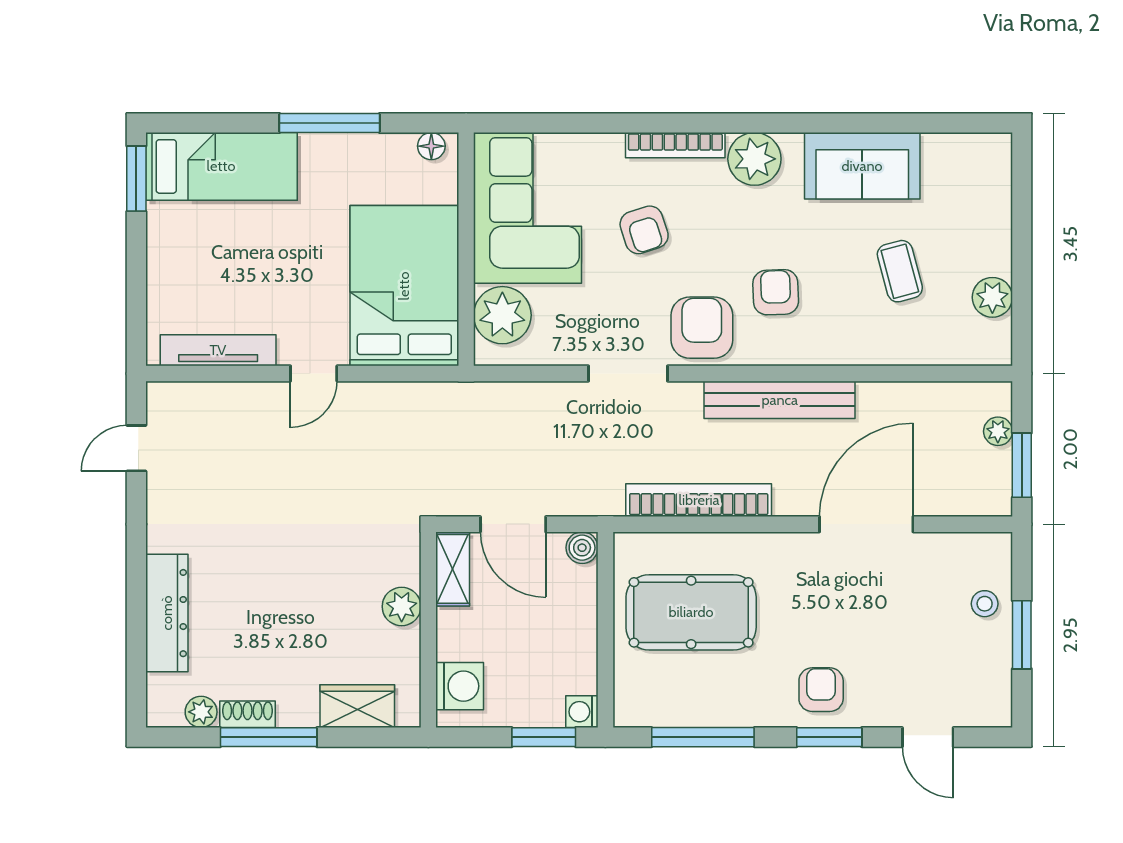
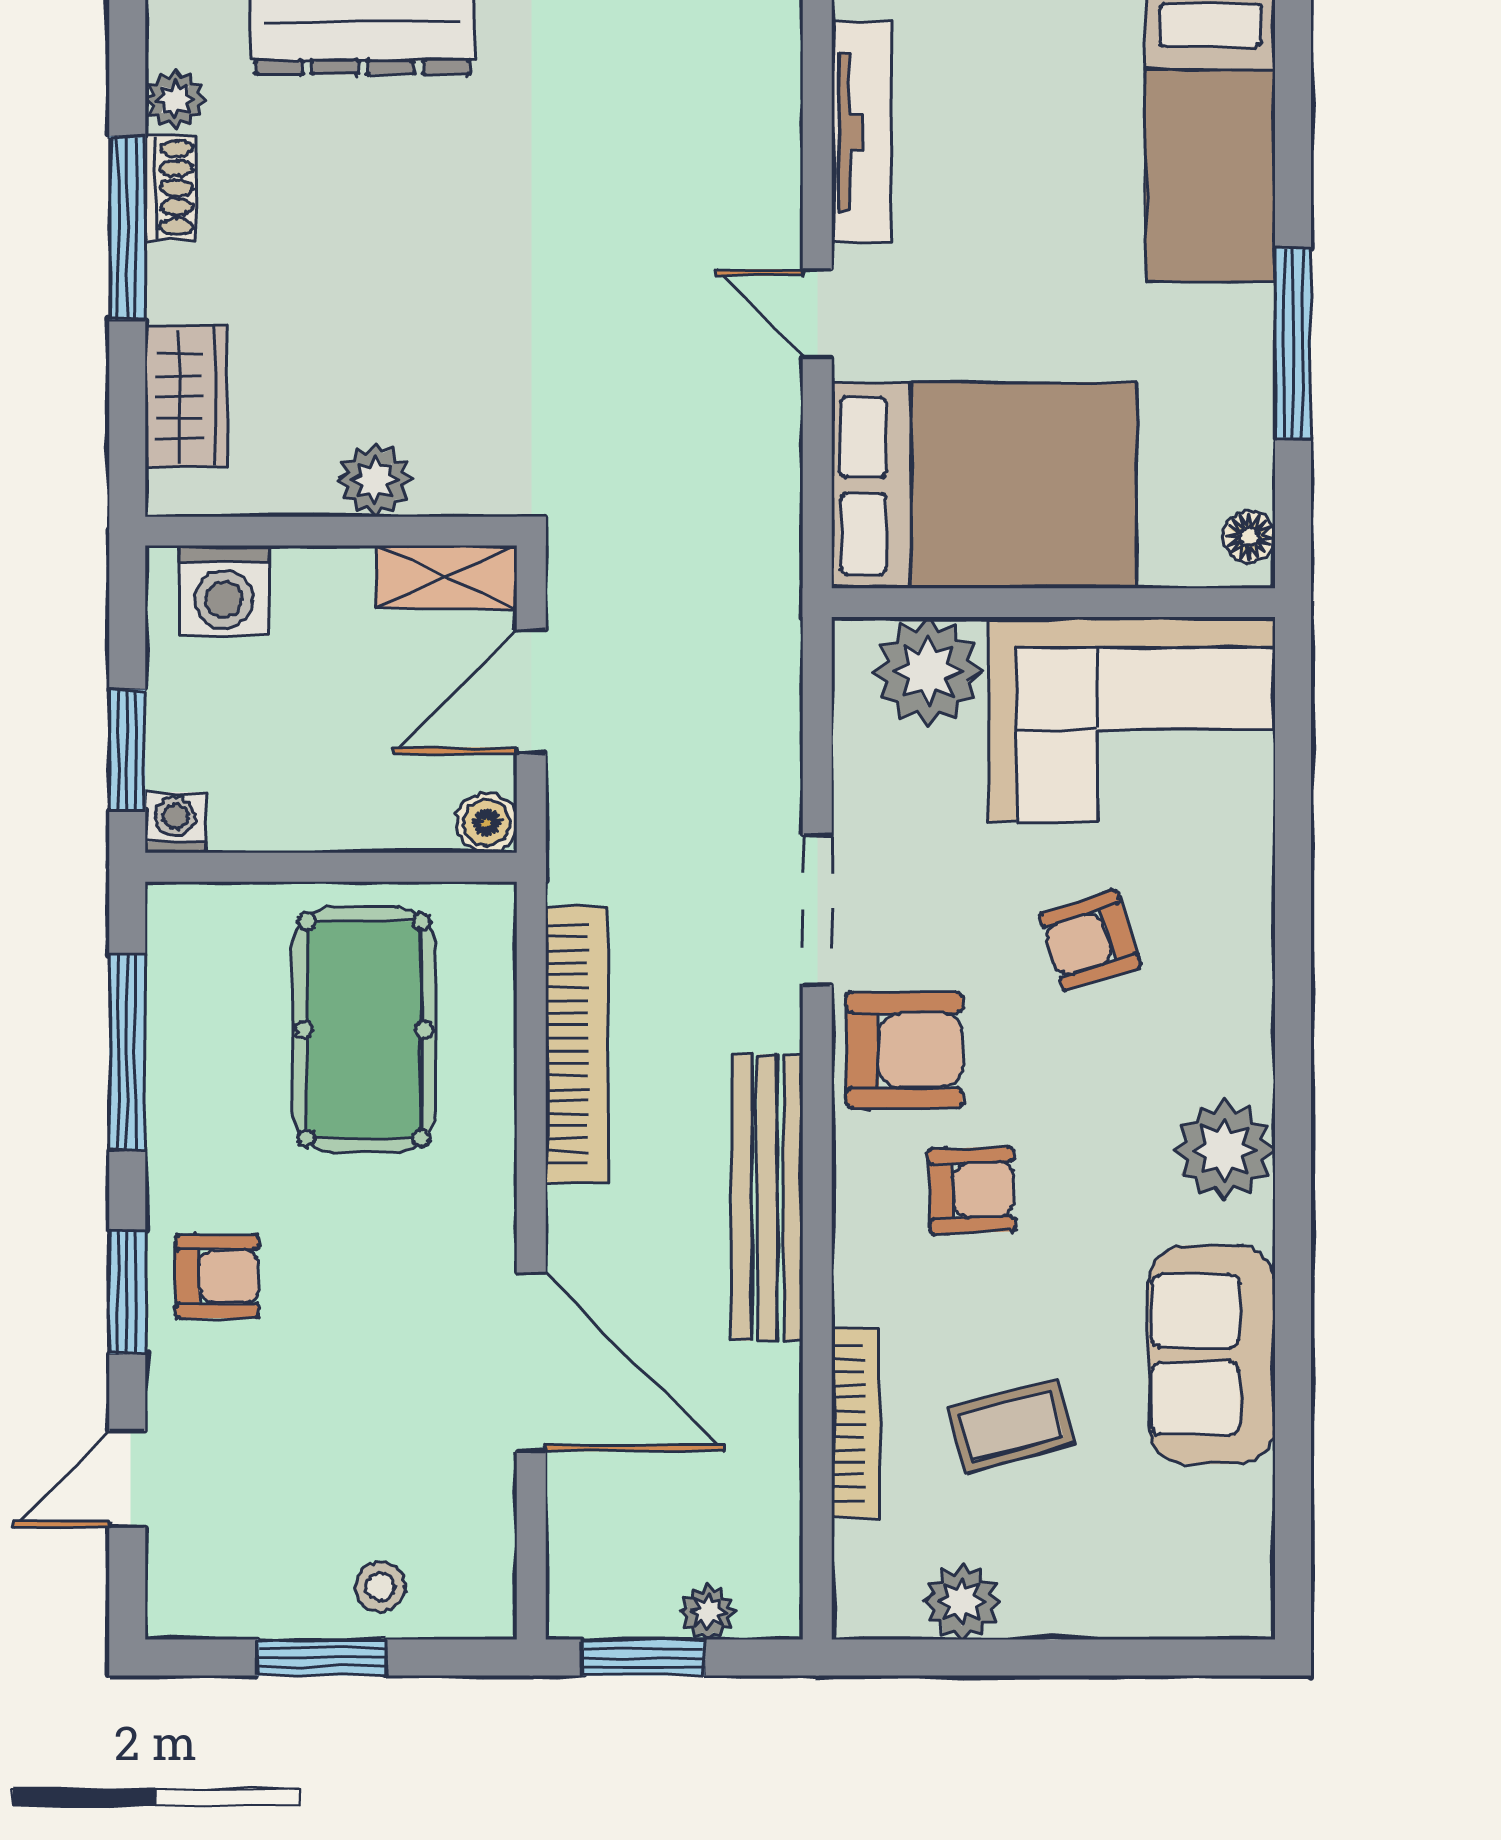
bookcase: (675, 145) -> (856, 1423), moved, turned 180

